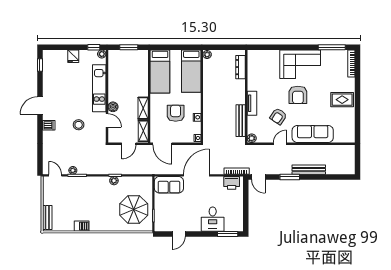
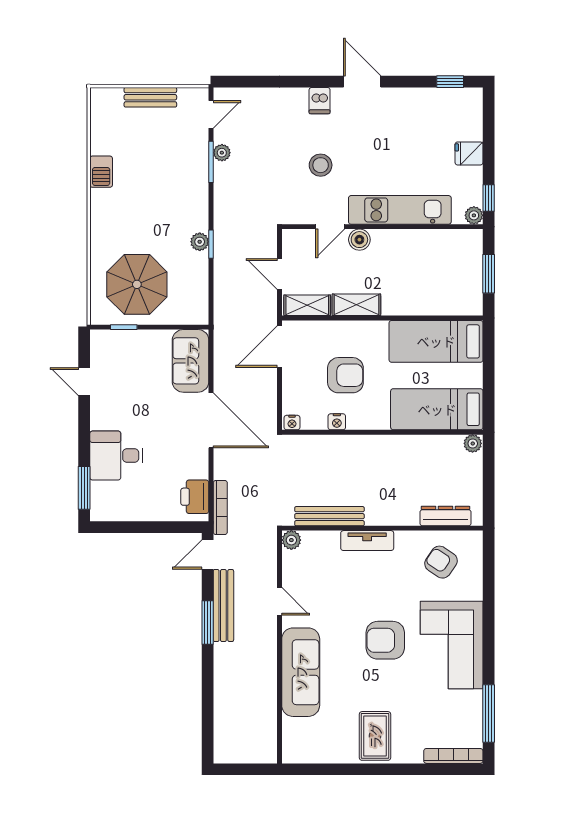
armchair: (278, 116) -> (441, 562), moved
bench: (309, 170) -> (223, 605), moved
bench: (47, 217) -> (150, 97), moved

